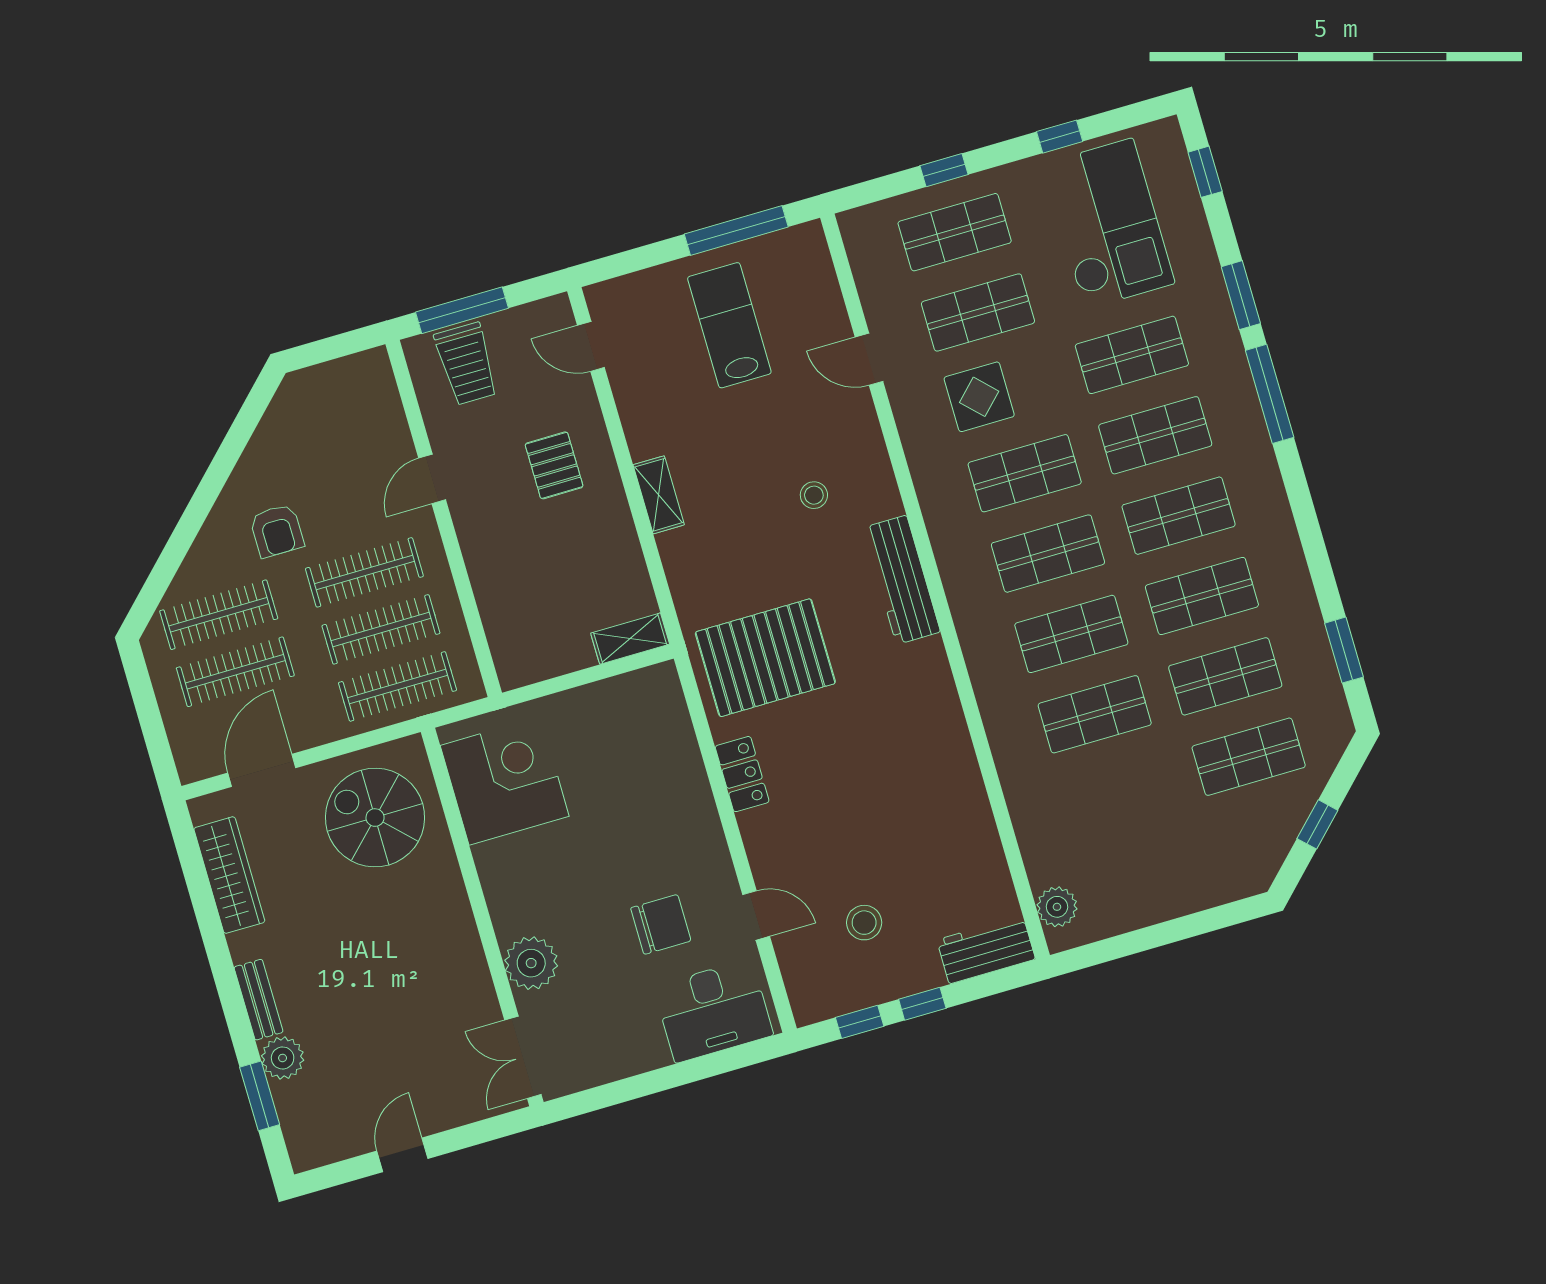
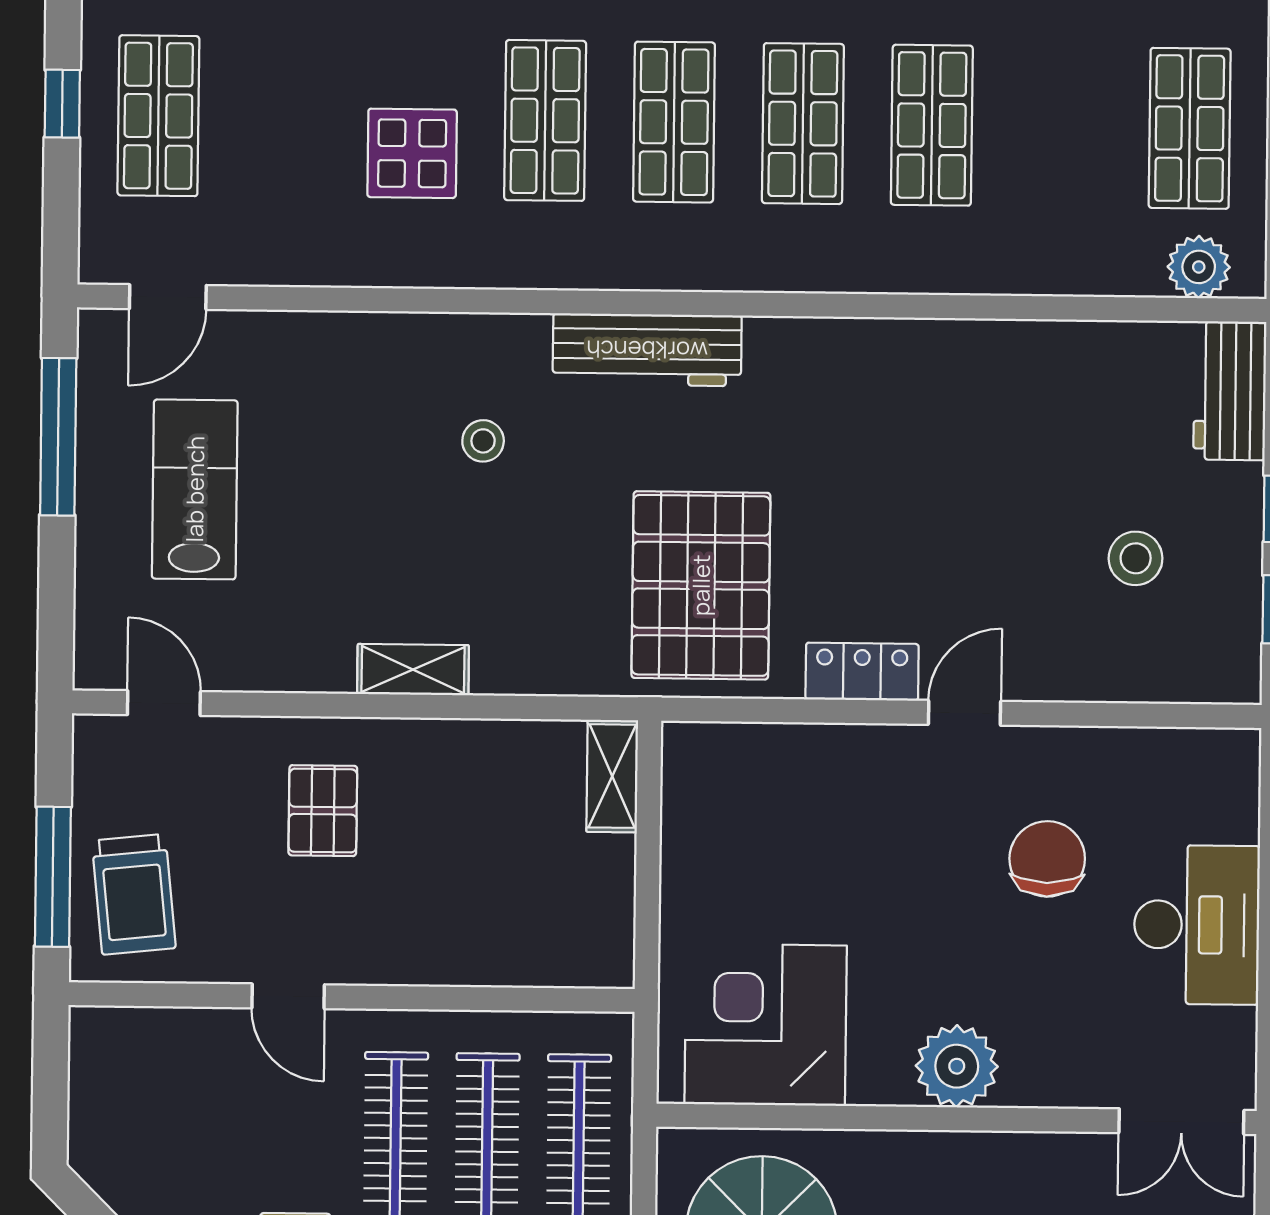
shop shelf: (978, 313) -> (1190, 128), moved
lab bench: (729, 325) -> (195, 489), turned 90
door: (591, 346) -> (164, 703), swing flipped
door: (869, 359) -> (168, 297), moved
trolley: (466, 364) -> (134, 894), turned 84
pallet: (554, 465) -> (323, 811), turned 90
door: (756, 915) -> (965, 713), moved
plant: (531, 963) -> (957, 1066), moved
desk: (713, 1011) -> (1197, 925), moved

